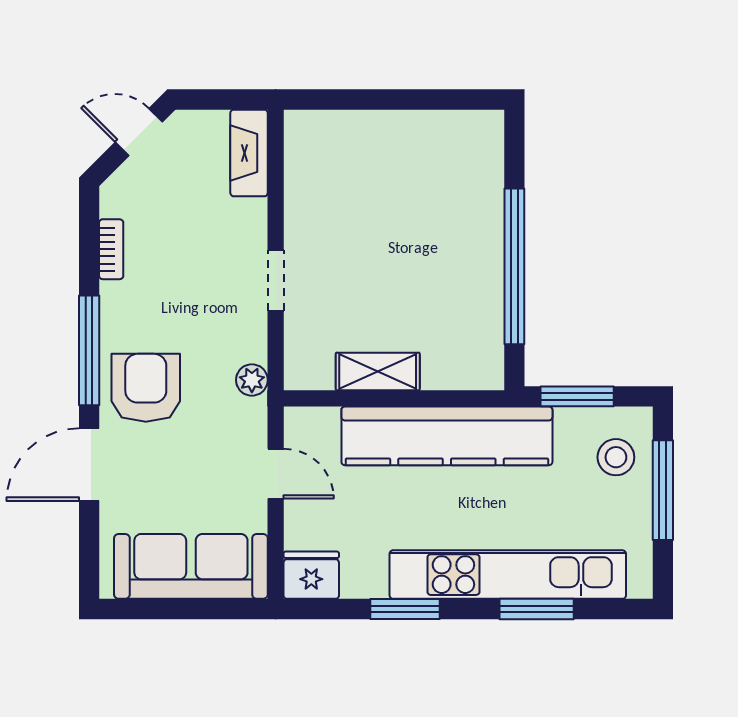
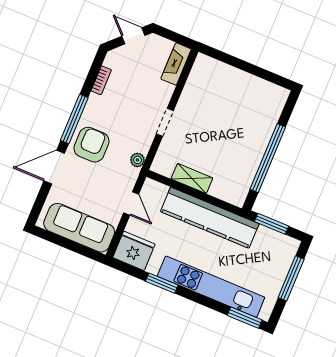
stool: (616, 457) -> (277, 256), removed
fridge: (311, 575) -> (134, 251), width x1.36, depth x1.34
window: (537, 609) -> (245, 318), moved

